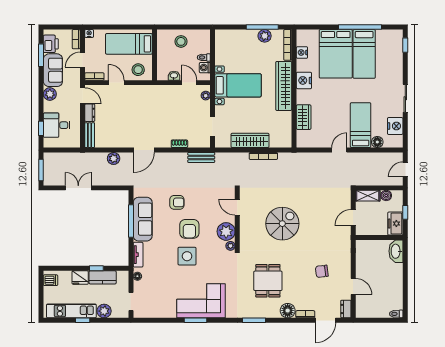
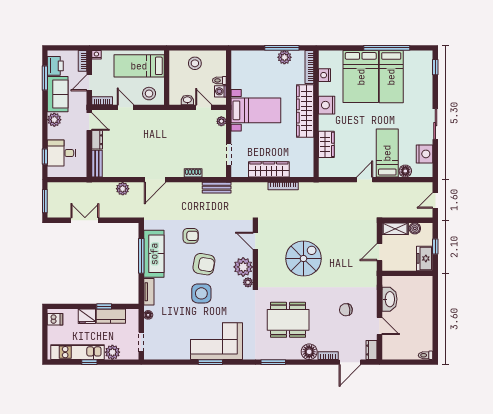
armchair: (189, 229) -> (204, 264), turned -80
washbasin: (396, 251) -> (389, 299), moved, turned 180
dining table: (268, 281) -> (288, 320), width x1.38

